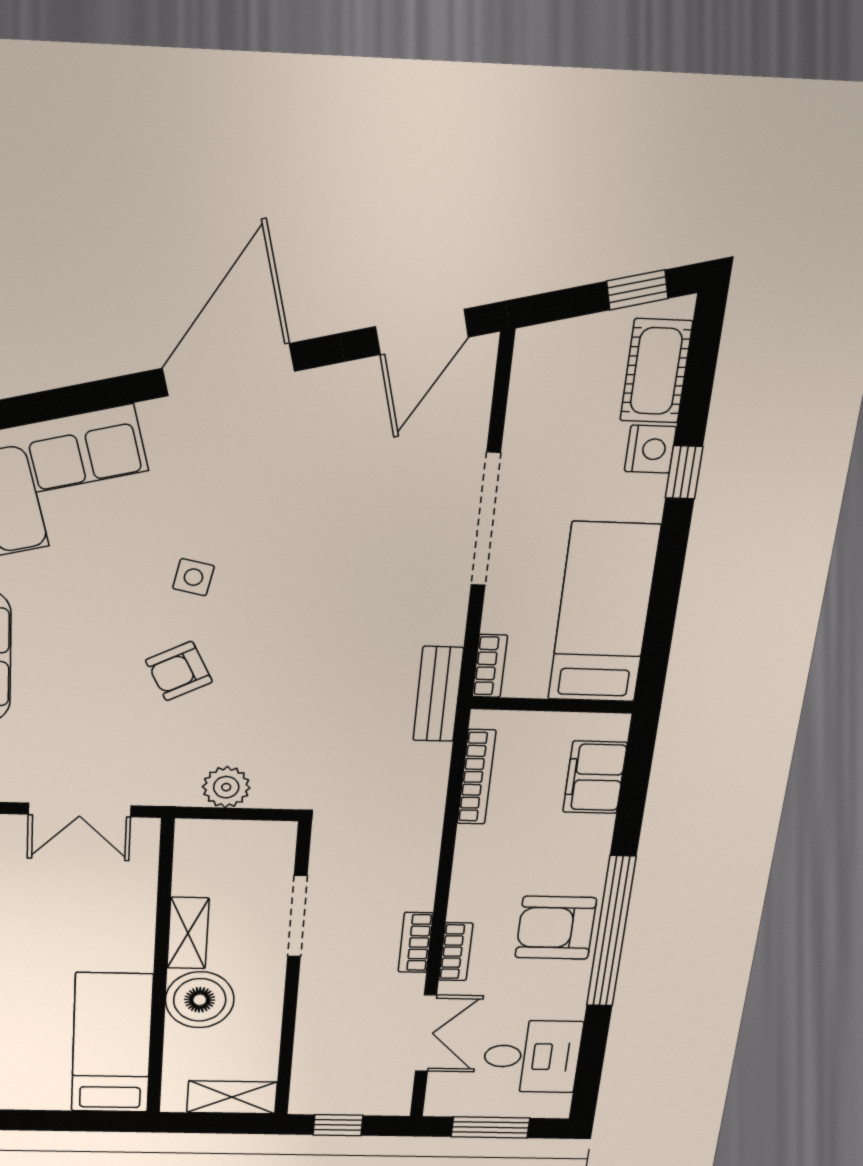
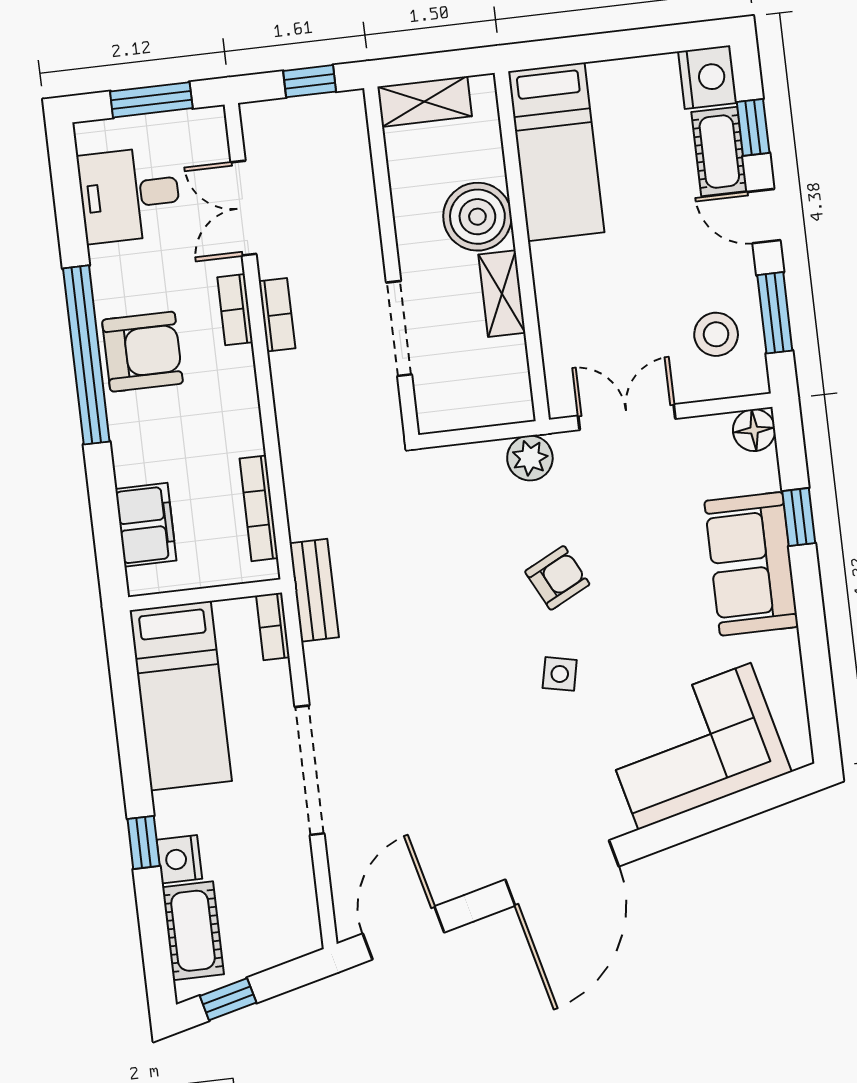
plant: (226, 787) -> (530, 458), moved

